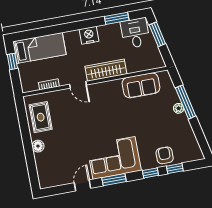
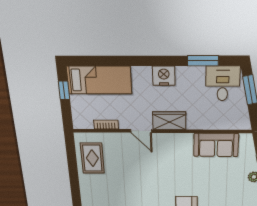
wardrobe: (106, 70) -> (169, 121), width x0.67
floor lamp: (38, 146) -> (86, 187), removed

